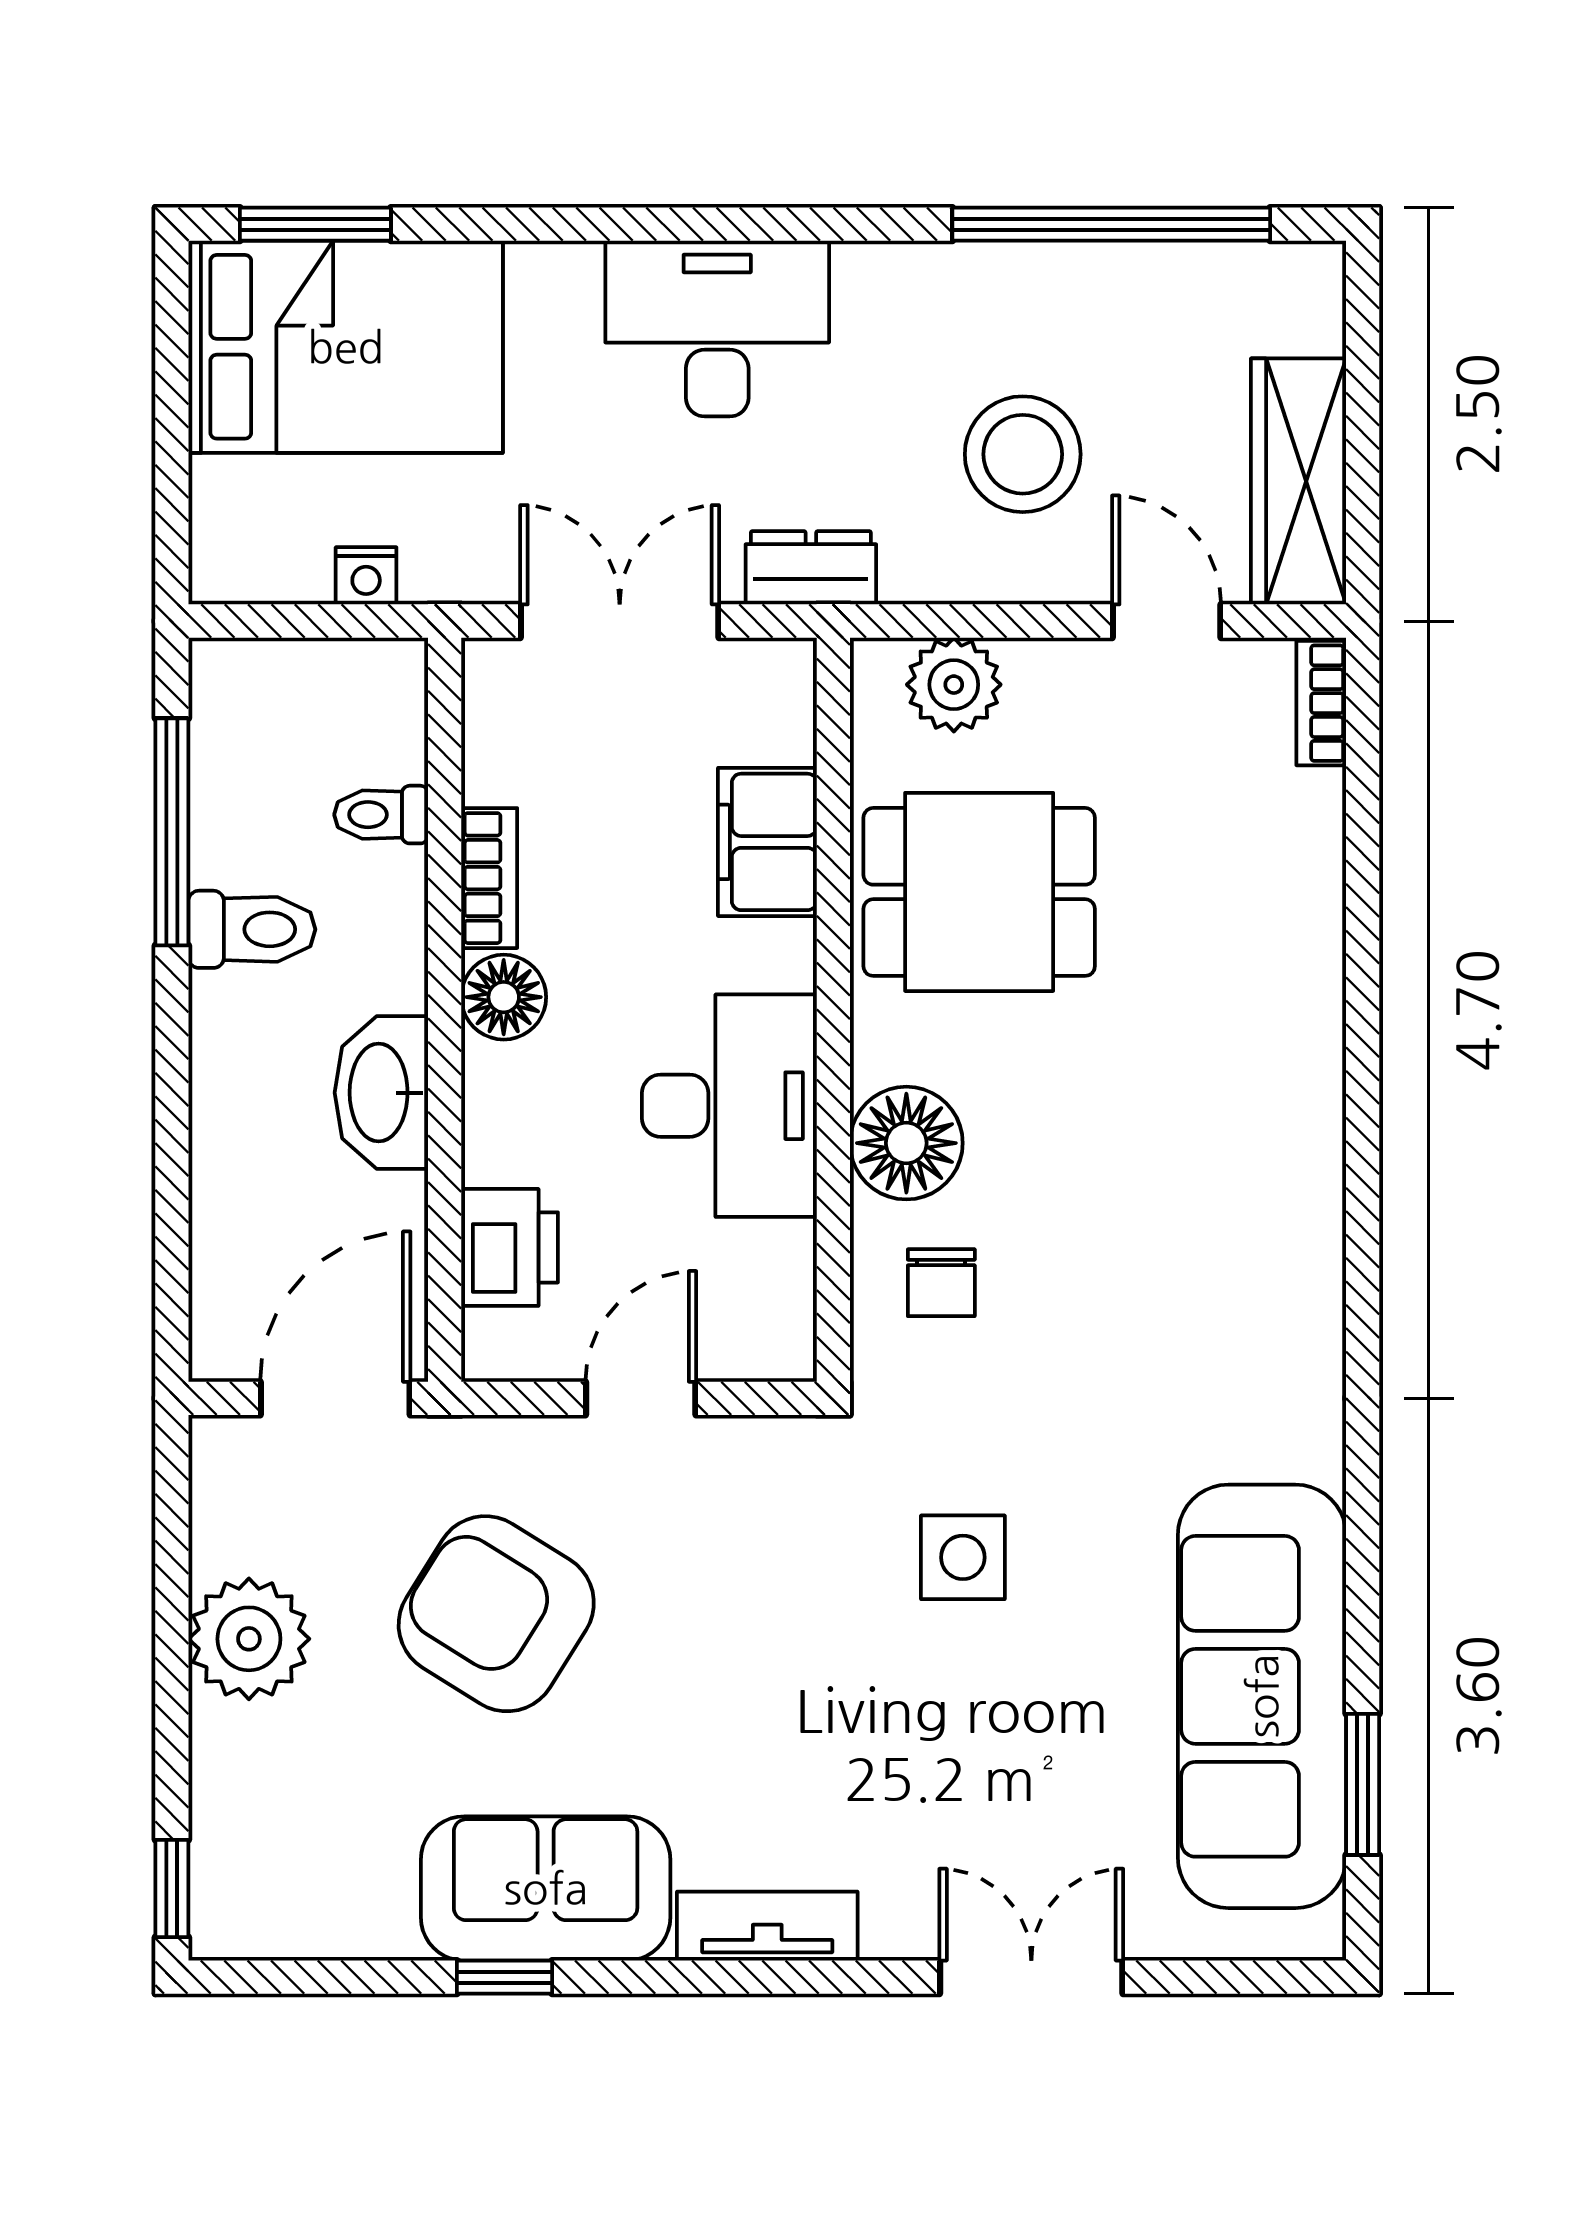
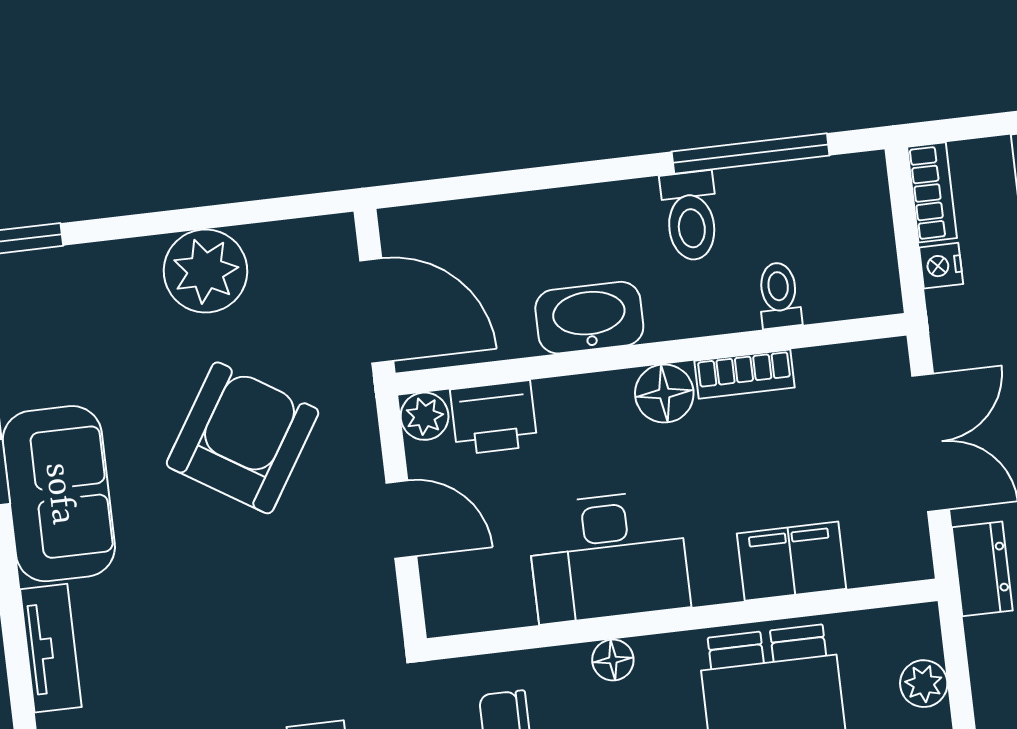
bookcase: (259, 576) -> (932, 192), added
plant: (954, 685) -> (924, 684), width x0.73, depth x0.73
floor lamp: (906, 1143) -> (613, 660), width x0.53, depth x0.53
plant: (496, 1347) -> (425, 416), added

